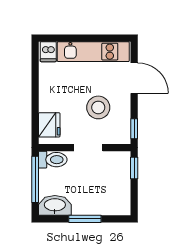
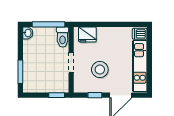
window: (134, 129) -> (95, 95), moved
washbasin: (55, 205) -> (28, 33), width x0.52, depth x0.69
window: (85, 219) -> (20, 72), moved

